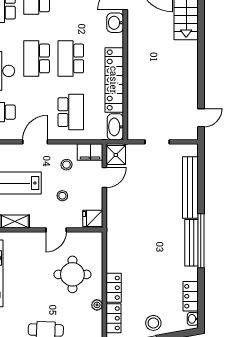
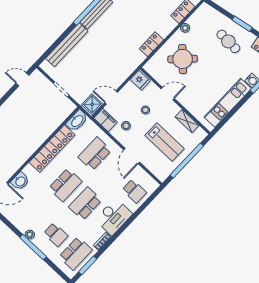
school desk: (37, 58) -> (85, 204), turned 180
door: (35, 142) -> (132, 156), hinge flipped
round table: (72, 274) -> (183, 59), turned 45
locker: (114, 288) -> (151, 44), moved

